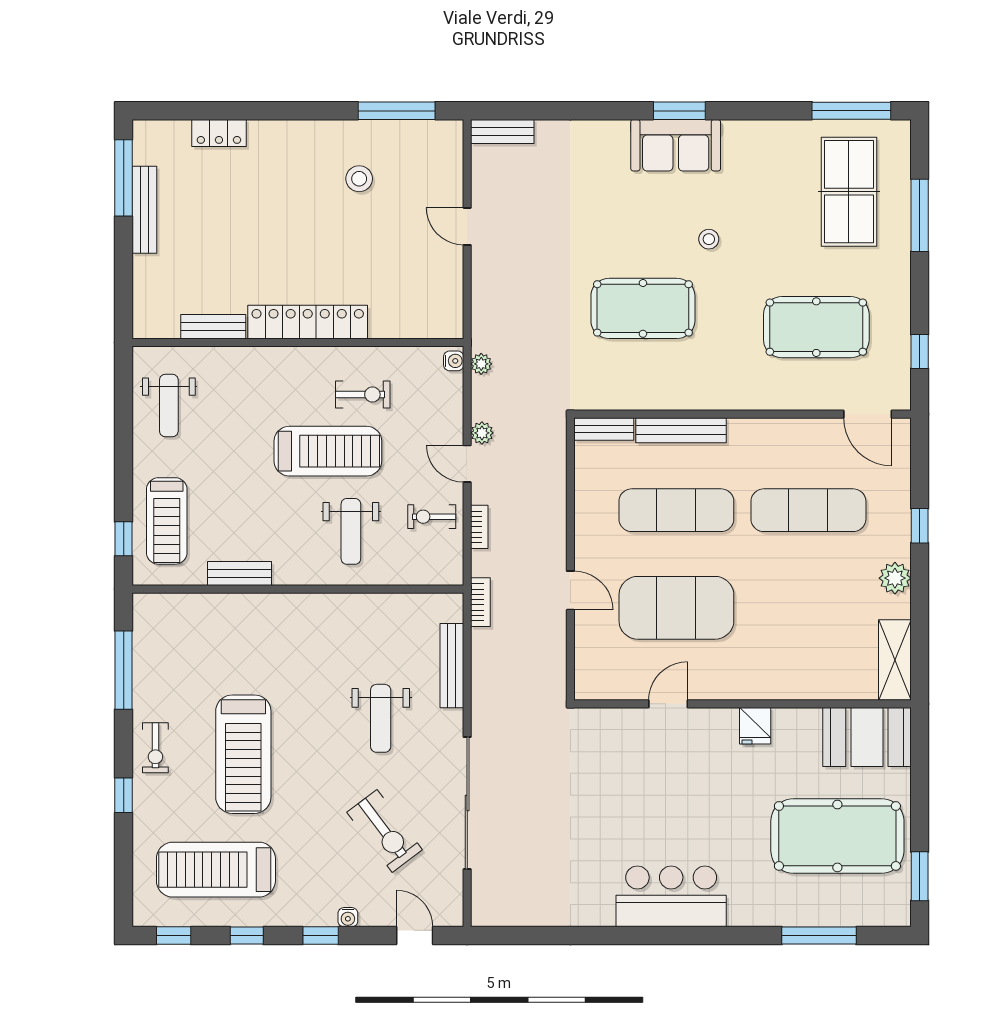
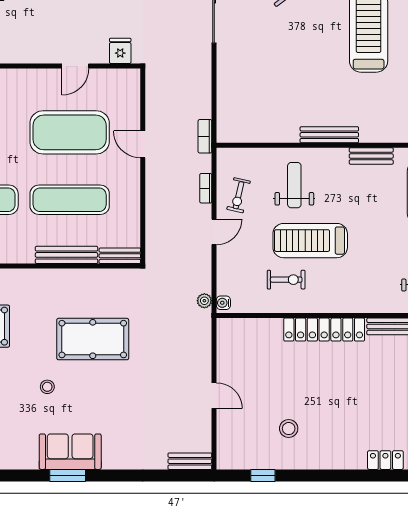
window: (397, 111) -> (263, 475), width x0.46
exercise bike: (363, 394) -> (286, 280), turned 180
plant: (482, 433) -> (204, 253), removed
door: (467, 464) -> (214, 232), hinge flipped
exercise bike: (432, 517) -> (239, 195), turned 103
bench: (452, 666) -> (329, 135), moved, turned 90
weight bench: (381, 718) -> (274, 56), removed
fridge: (755, 726) -> (120, 51), moved

